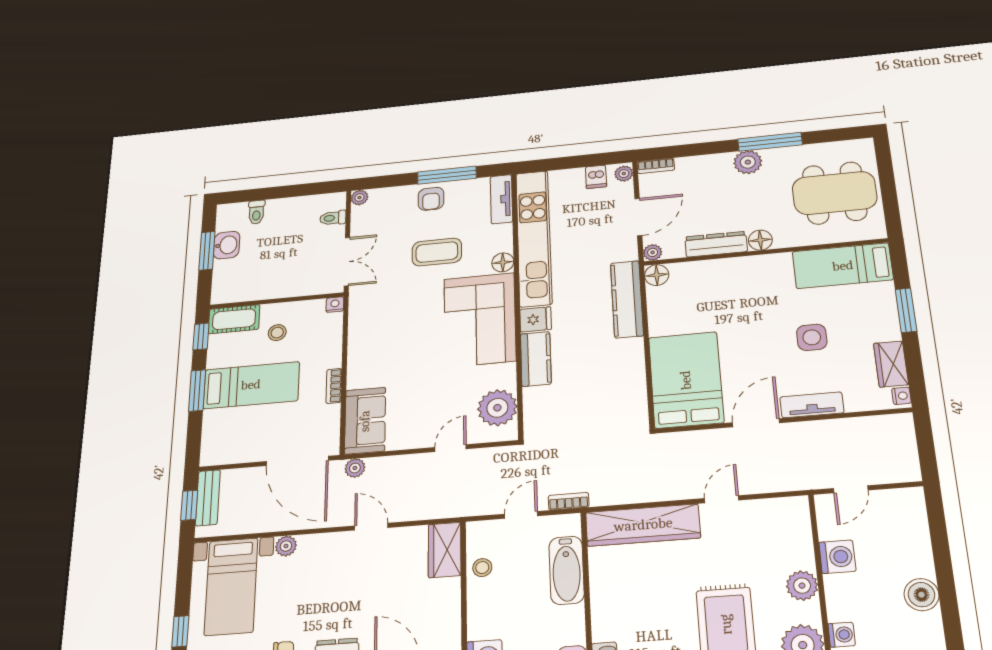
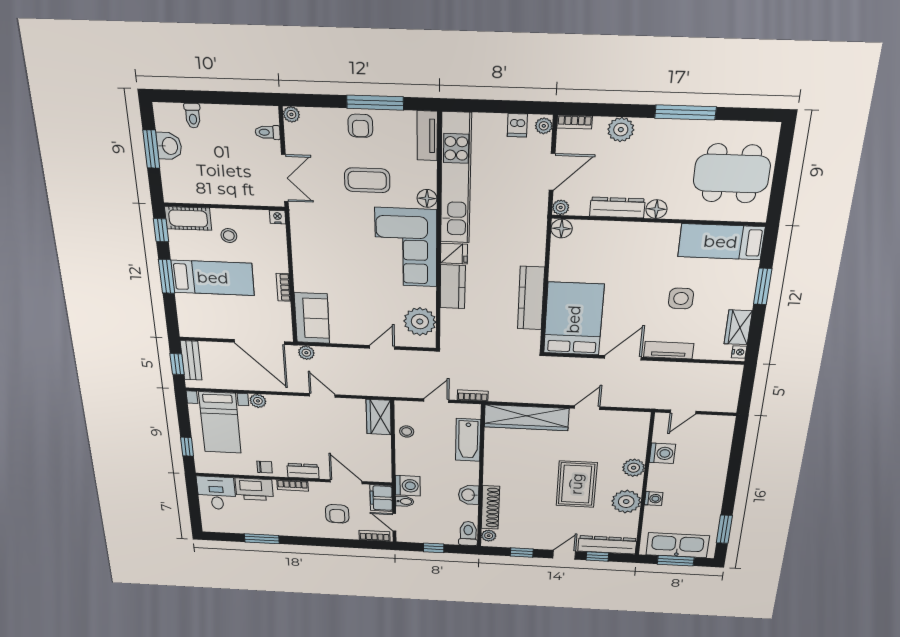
plant: (748, 162) -> (621, 130), moved
kitchen counter: (627, 299) -> (531, 298), moved
boiler: (921, 595) -> (714, 482), removed

